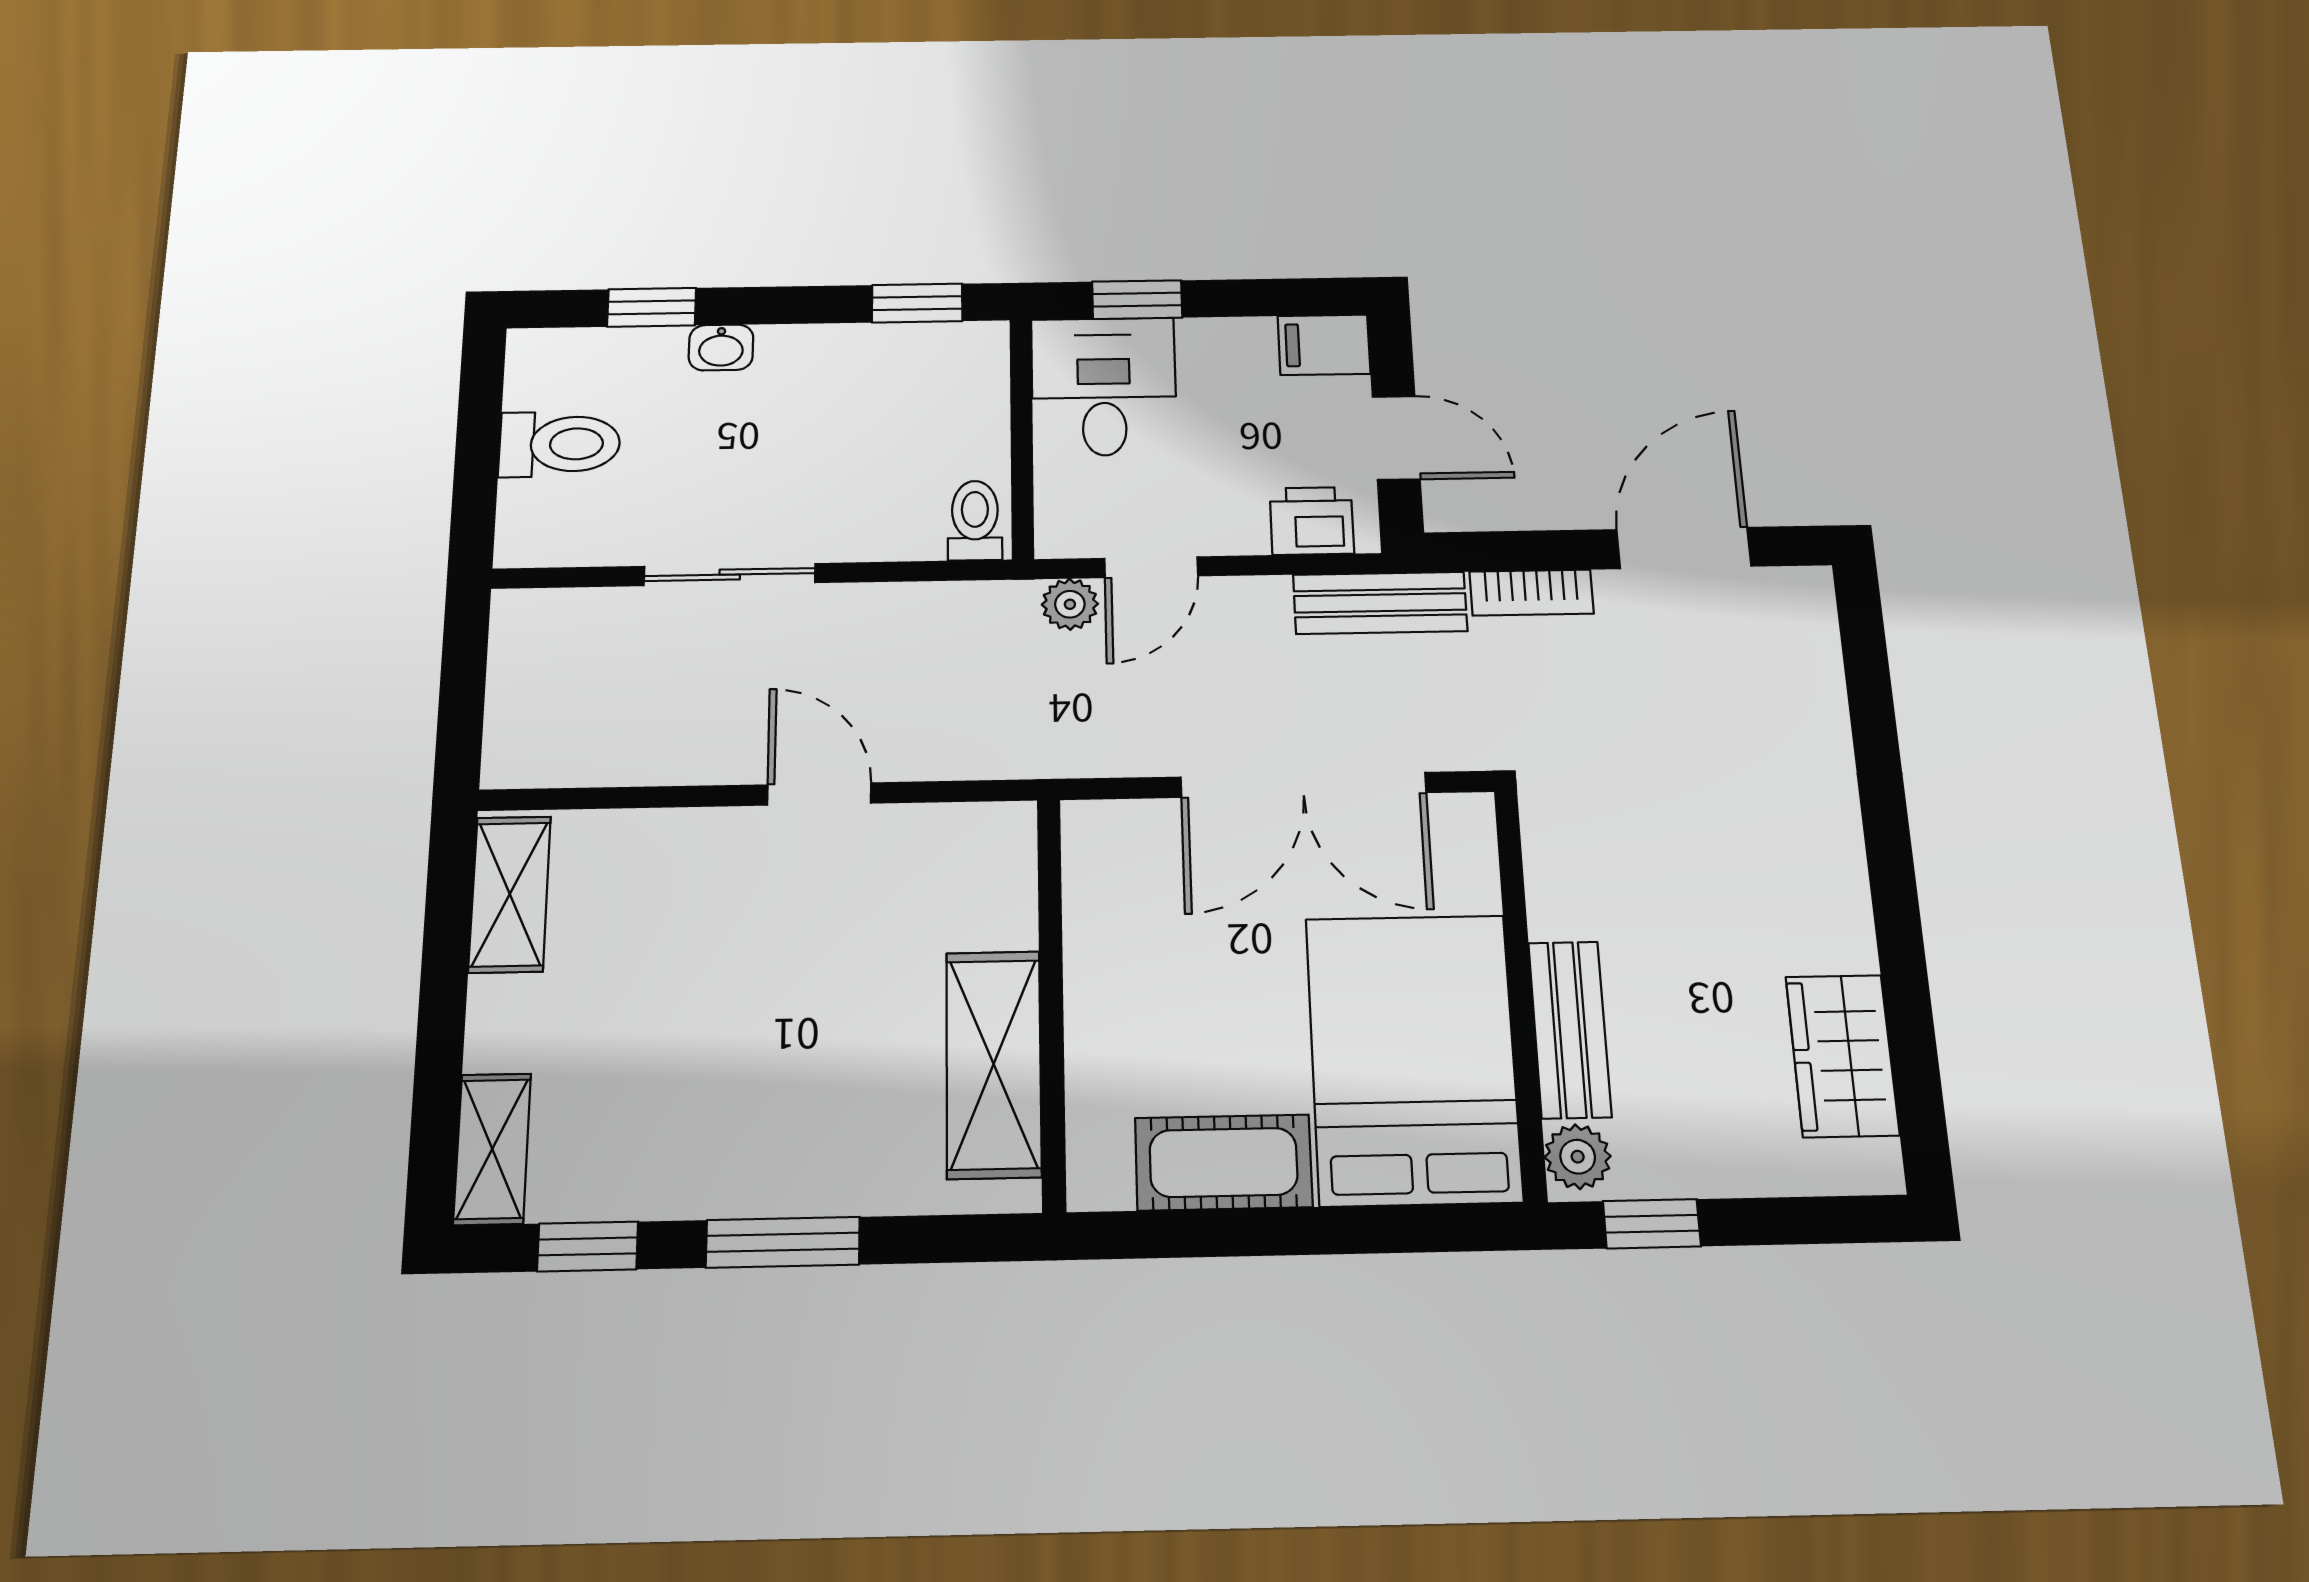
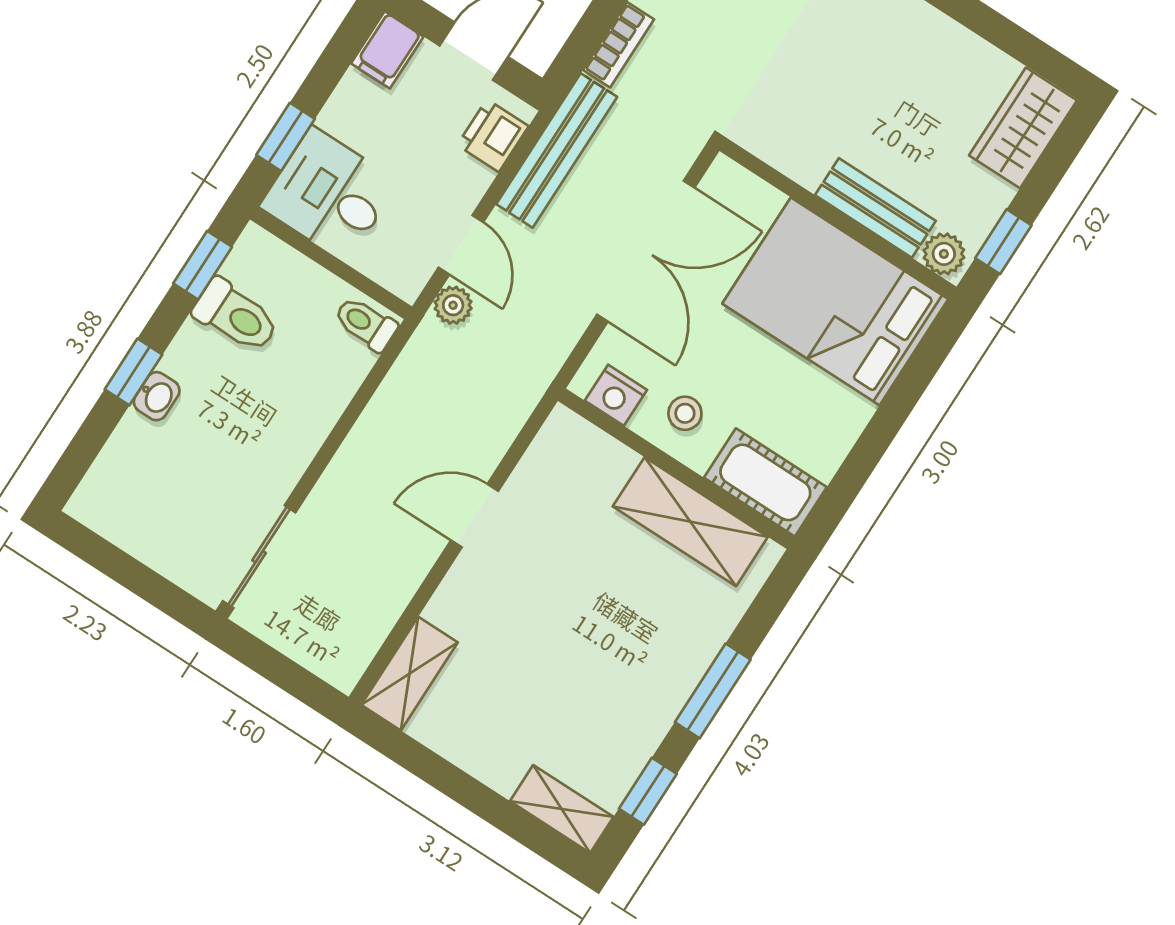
window: (652, 307) -> (133, 372), moved
toilet: (560, 444) -> (236, 316), moved, turned 90
sliding door: (730, 575) -> (259, 557), moved
bench: (1380, 603) -> (557, 151), width x1.36
nightstand: (1094, 866) -> (616, 395), added
shelving: (510, 894) -> (410, 674), moved, turned 90
stool: (1131, 965) -> (685, 413), added
wardrobe: (1842, 1056) -> (1023, 128), moved, turned 90
cot: (1224, 1162) -> (765, 482), moved, turned 90

